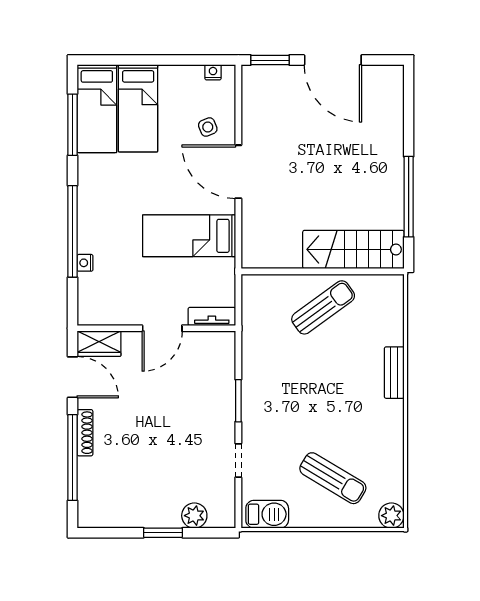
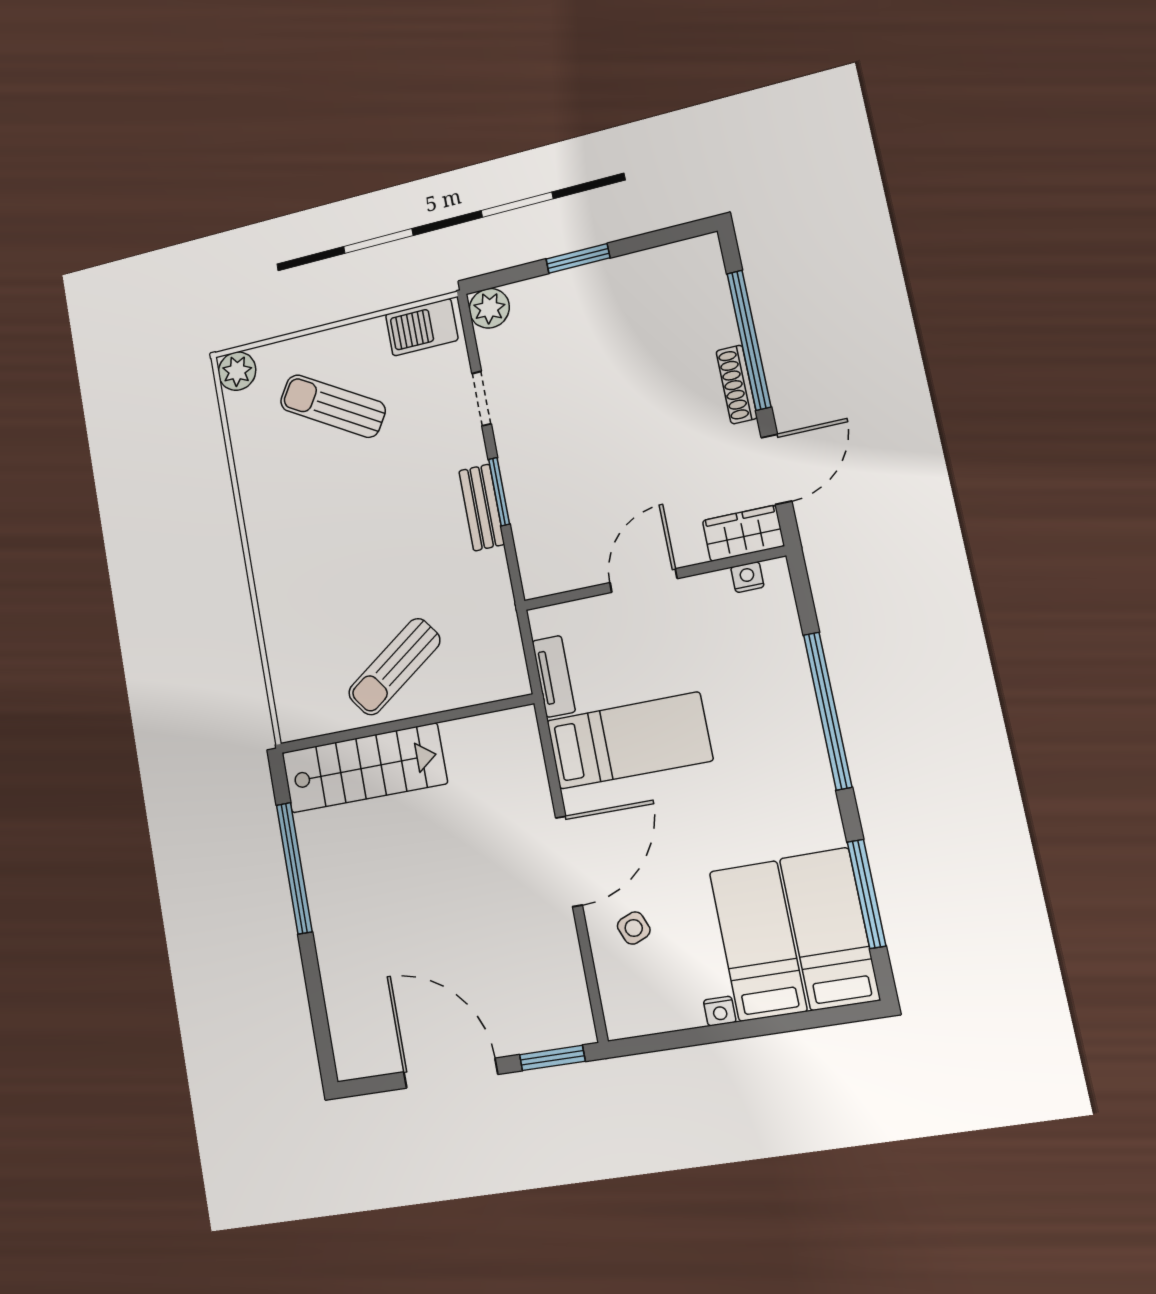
nightstand: (213, 72) -> (720, 1011), moved
door: (238, 172) -> (569, 861), hinge flipped
nightstand: (85, 263) -> (747, 577), moved, turned -90
tv unit: (212, 316) -> (554, 676), moved, turned -90
bench: (394, 373) -> (482, 508), moved
door: (73, 377) -> (776, 469), swing flipped
plant: (194, 516) -> (489, 308), moved

